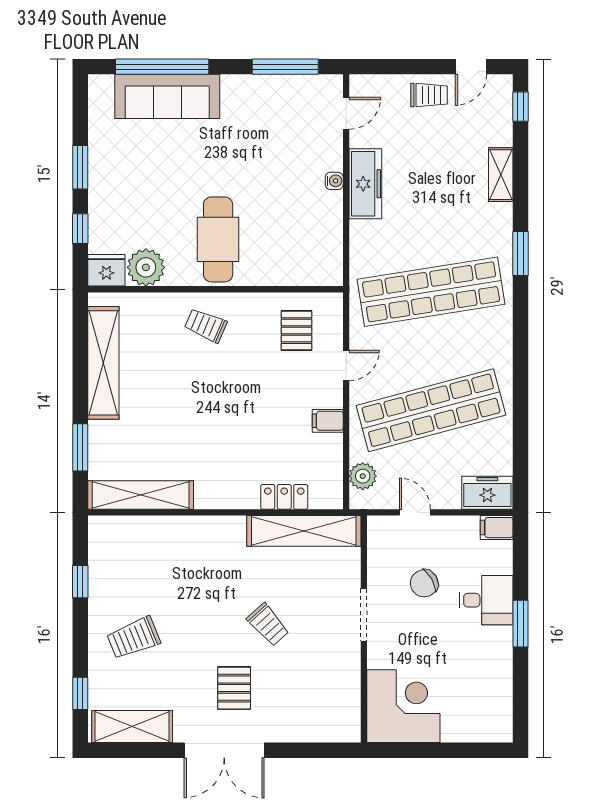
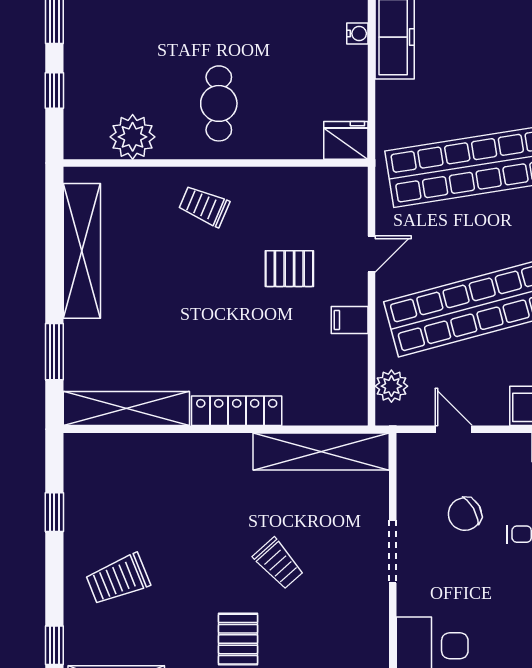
cafe table: (218, 239) -> (219, 103), width x0.73, depth x0.74
fridge: (106, 270) -> (346, 140), moved
pallet: (297, 331) -> (289, 269), moved, turned 90
locker: (284, 497) -> (237, 411), moved, width x1.53

